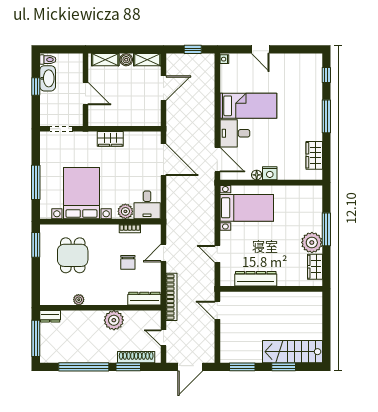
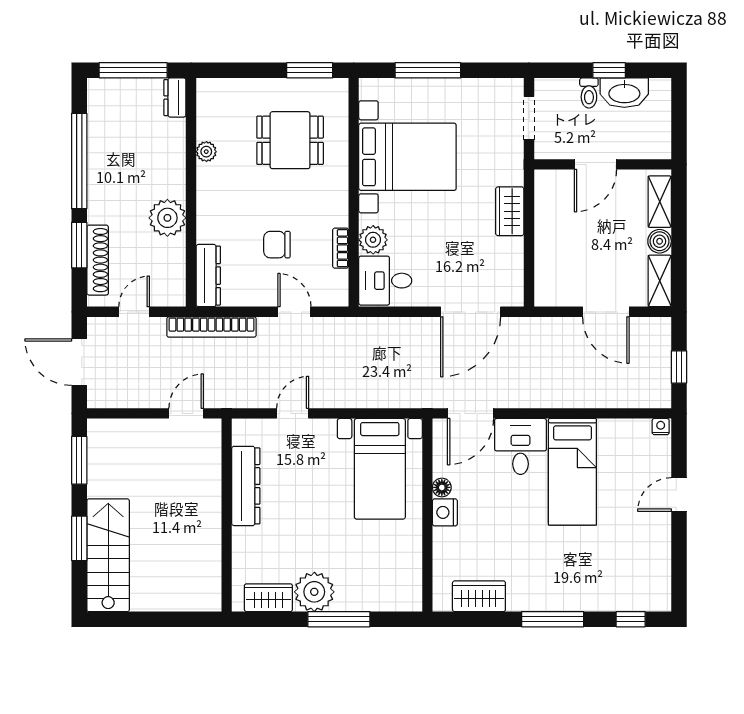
toilet: (48, 60) -> (589, 93), moved

